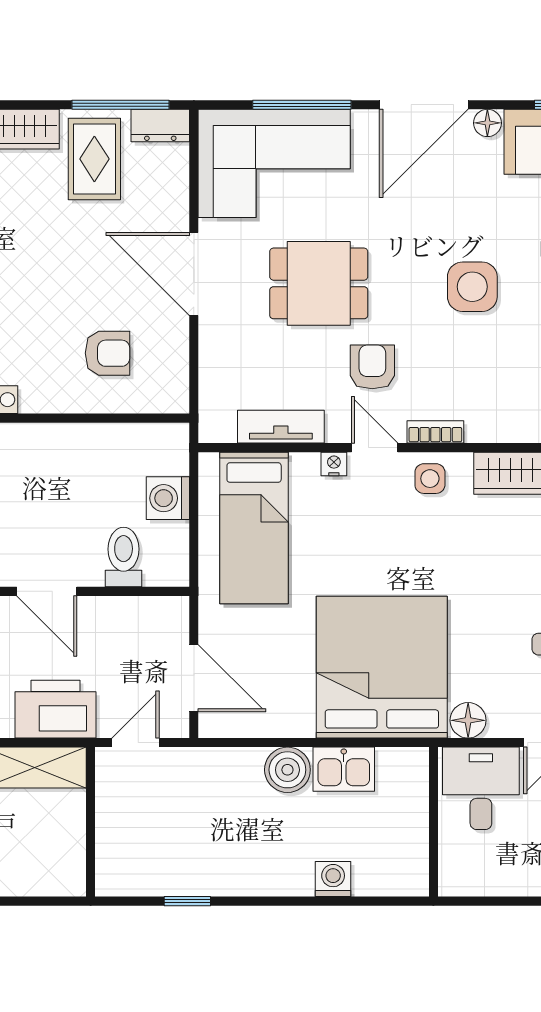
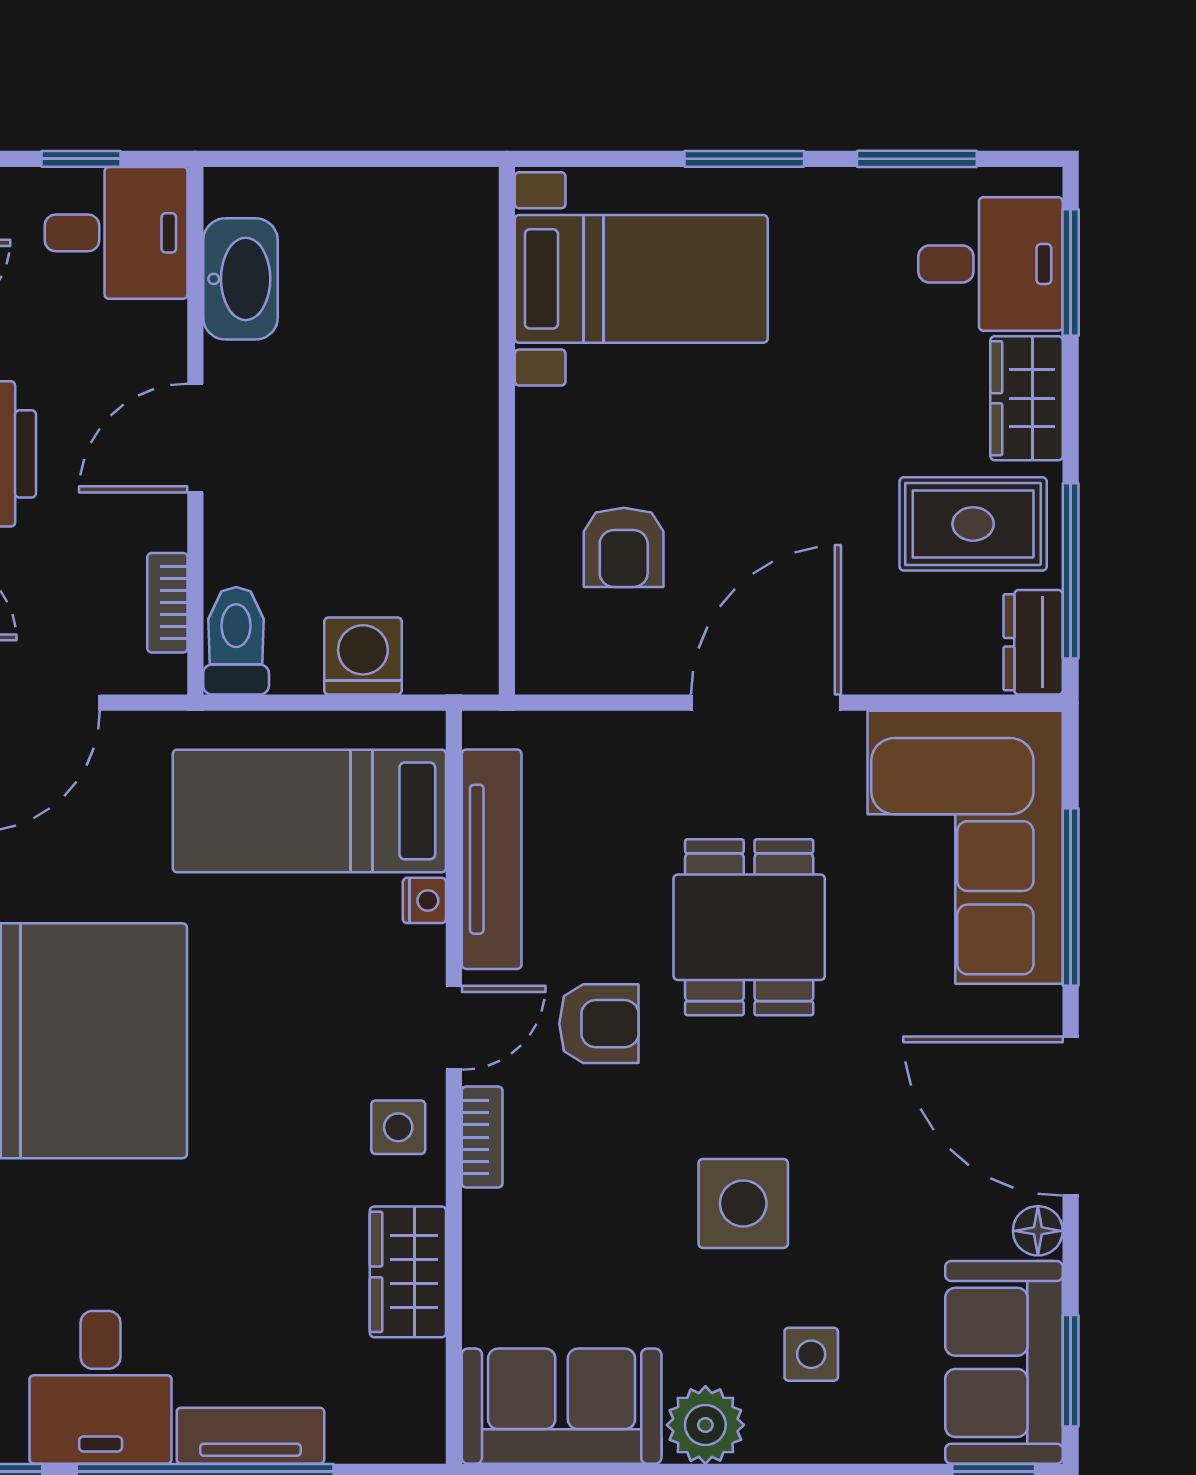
tv unit: (281, 427) -> (492, 859), width x1.41
nightstand: (334, 464) -> (424, 900), moved
toilet: (124, 557) -> (236, 641), moved, turned -90
bookcase: (138, 607) -> (167, 603), added

